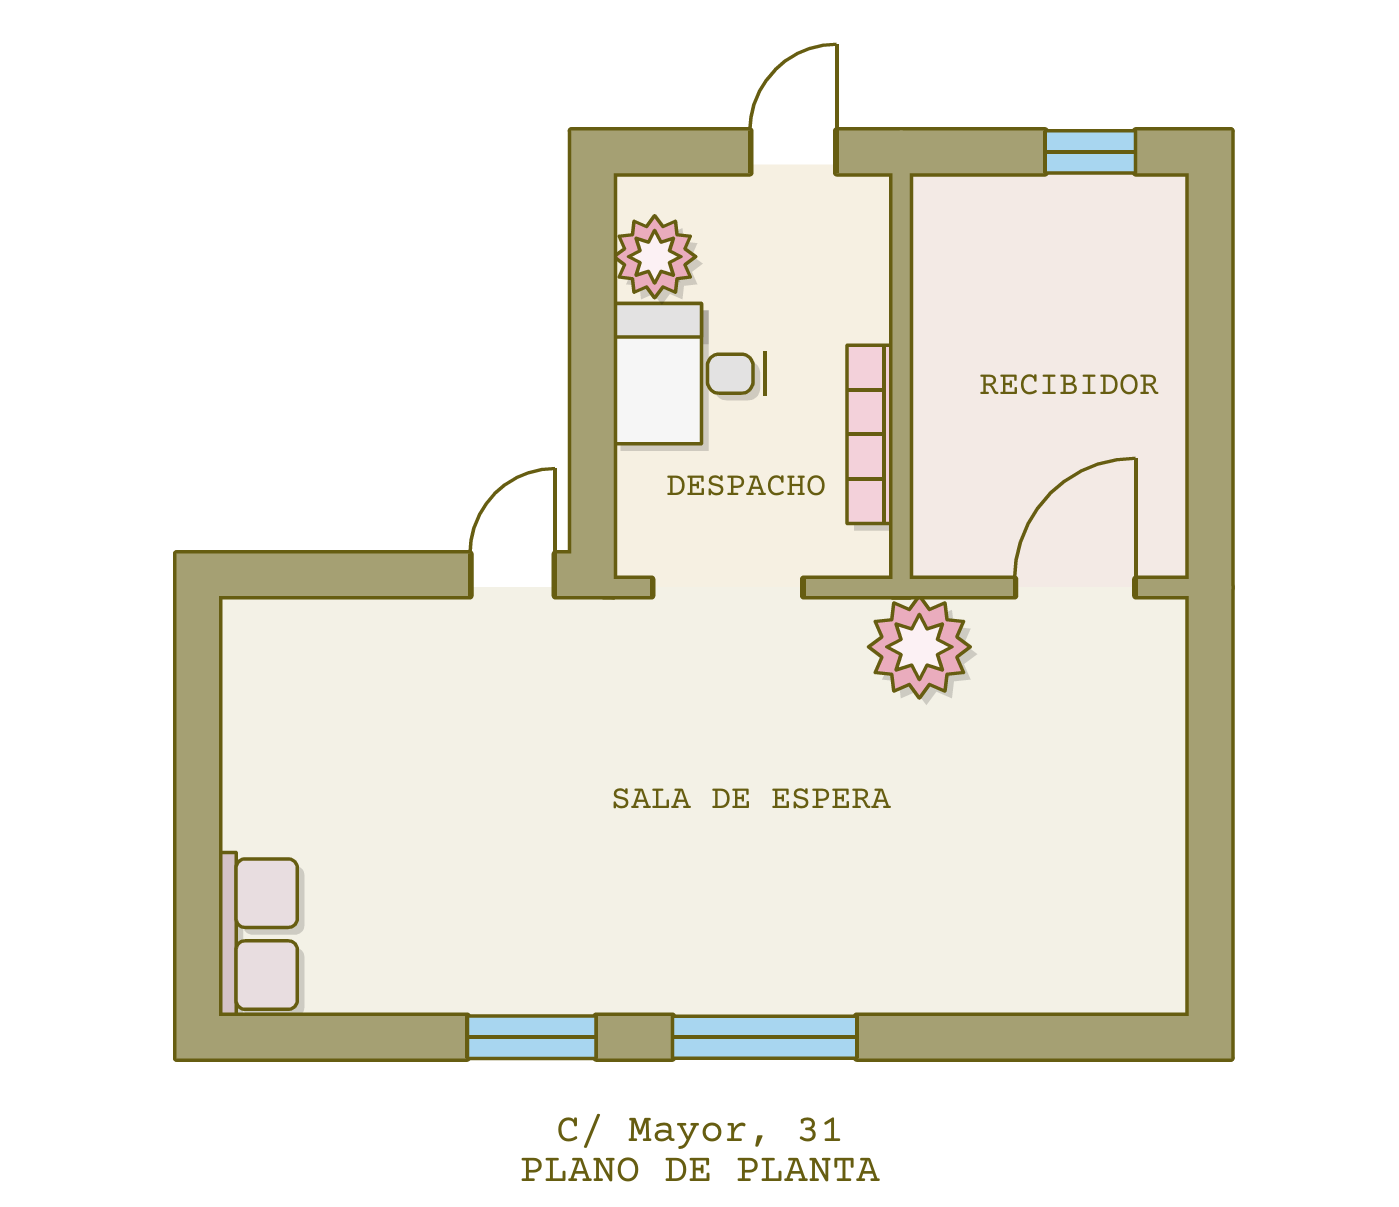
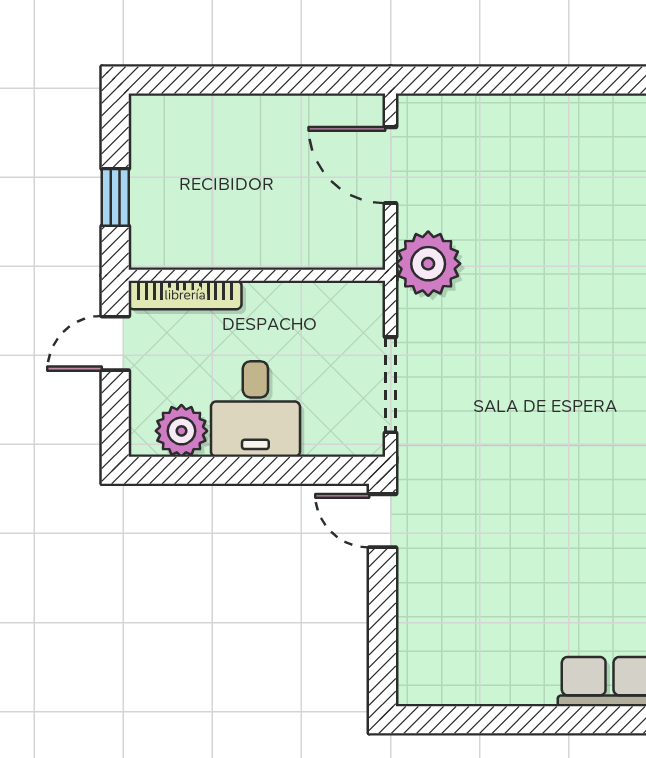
door: (793, 152) -> (115, 343), hinge flipped
window: (1090, 152) -> (115, 197), moved
bookcase: (870, 434) -> (185, 295), moved

